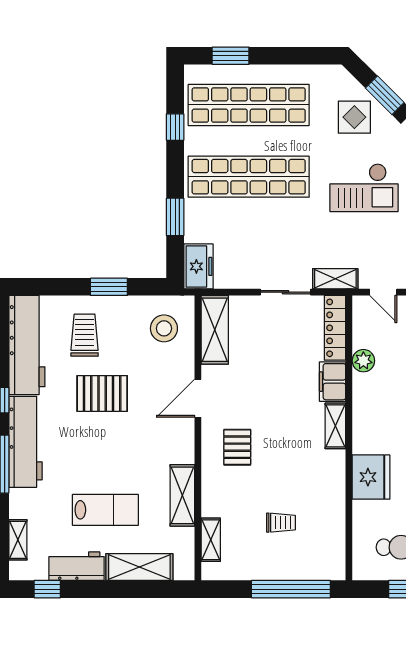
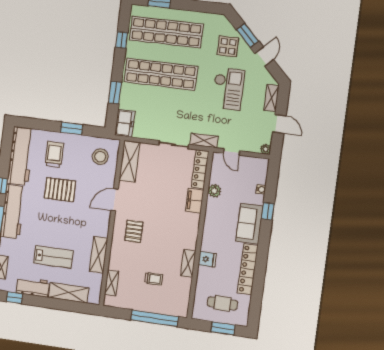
checkout: (364, 188) -> (228, 89), turned -90
shelving: (335, 426) -> (188, 263), moved
fridge: (371, 477) -> (207, 259), width x0.53, depth x0.75

